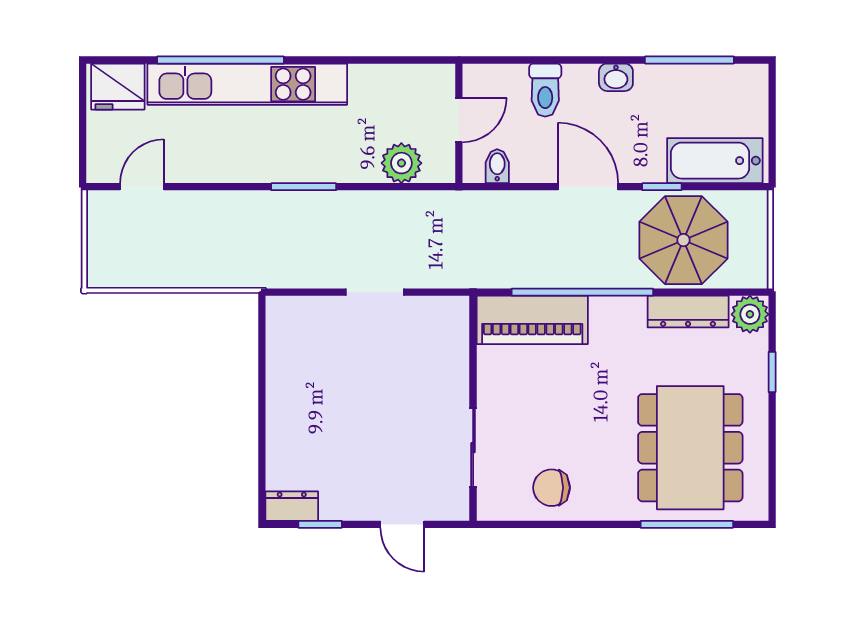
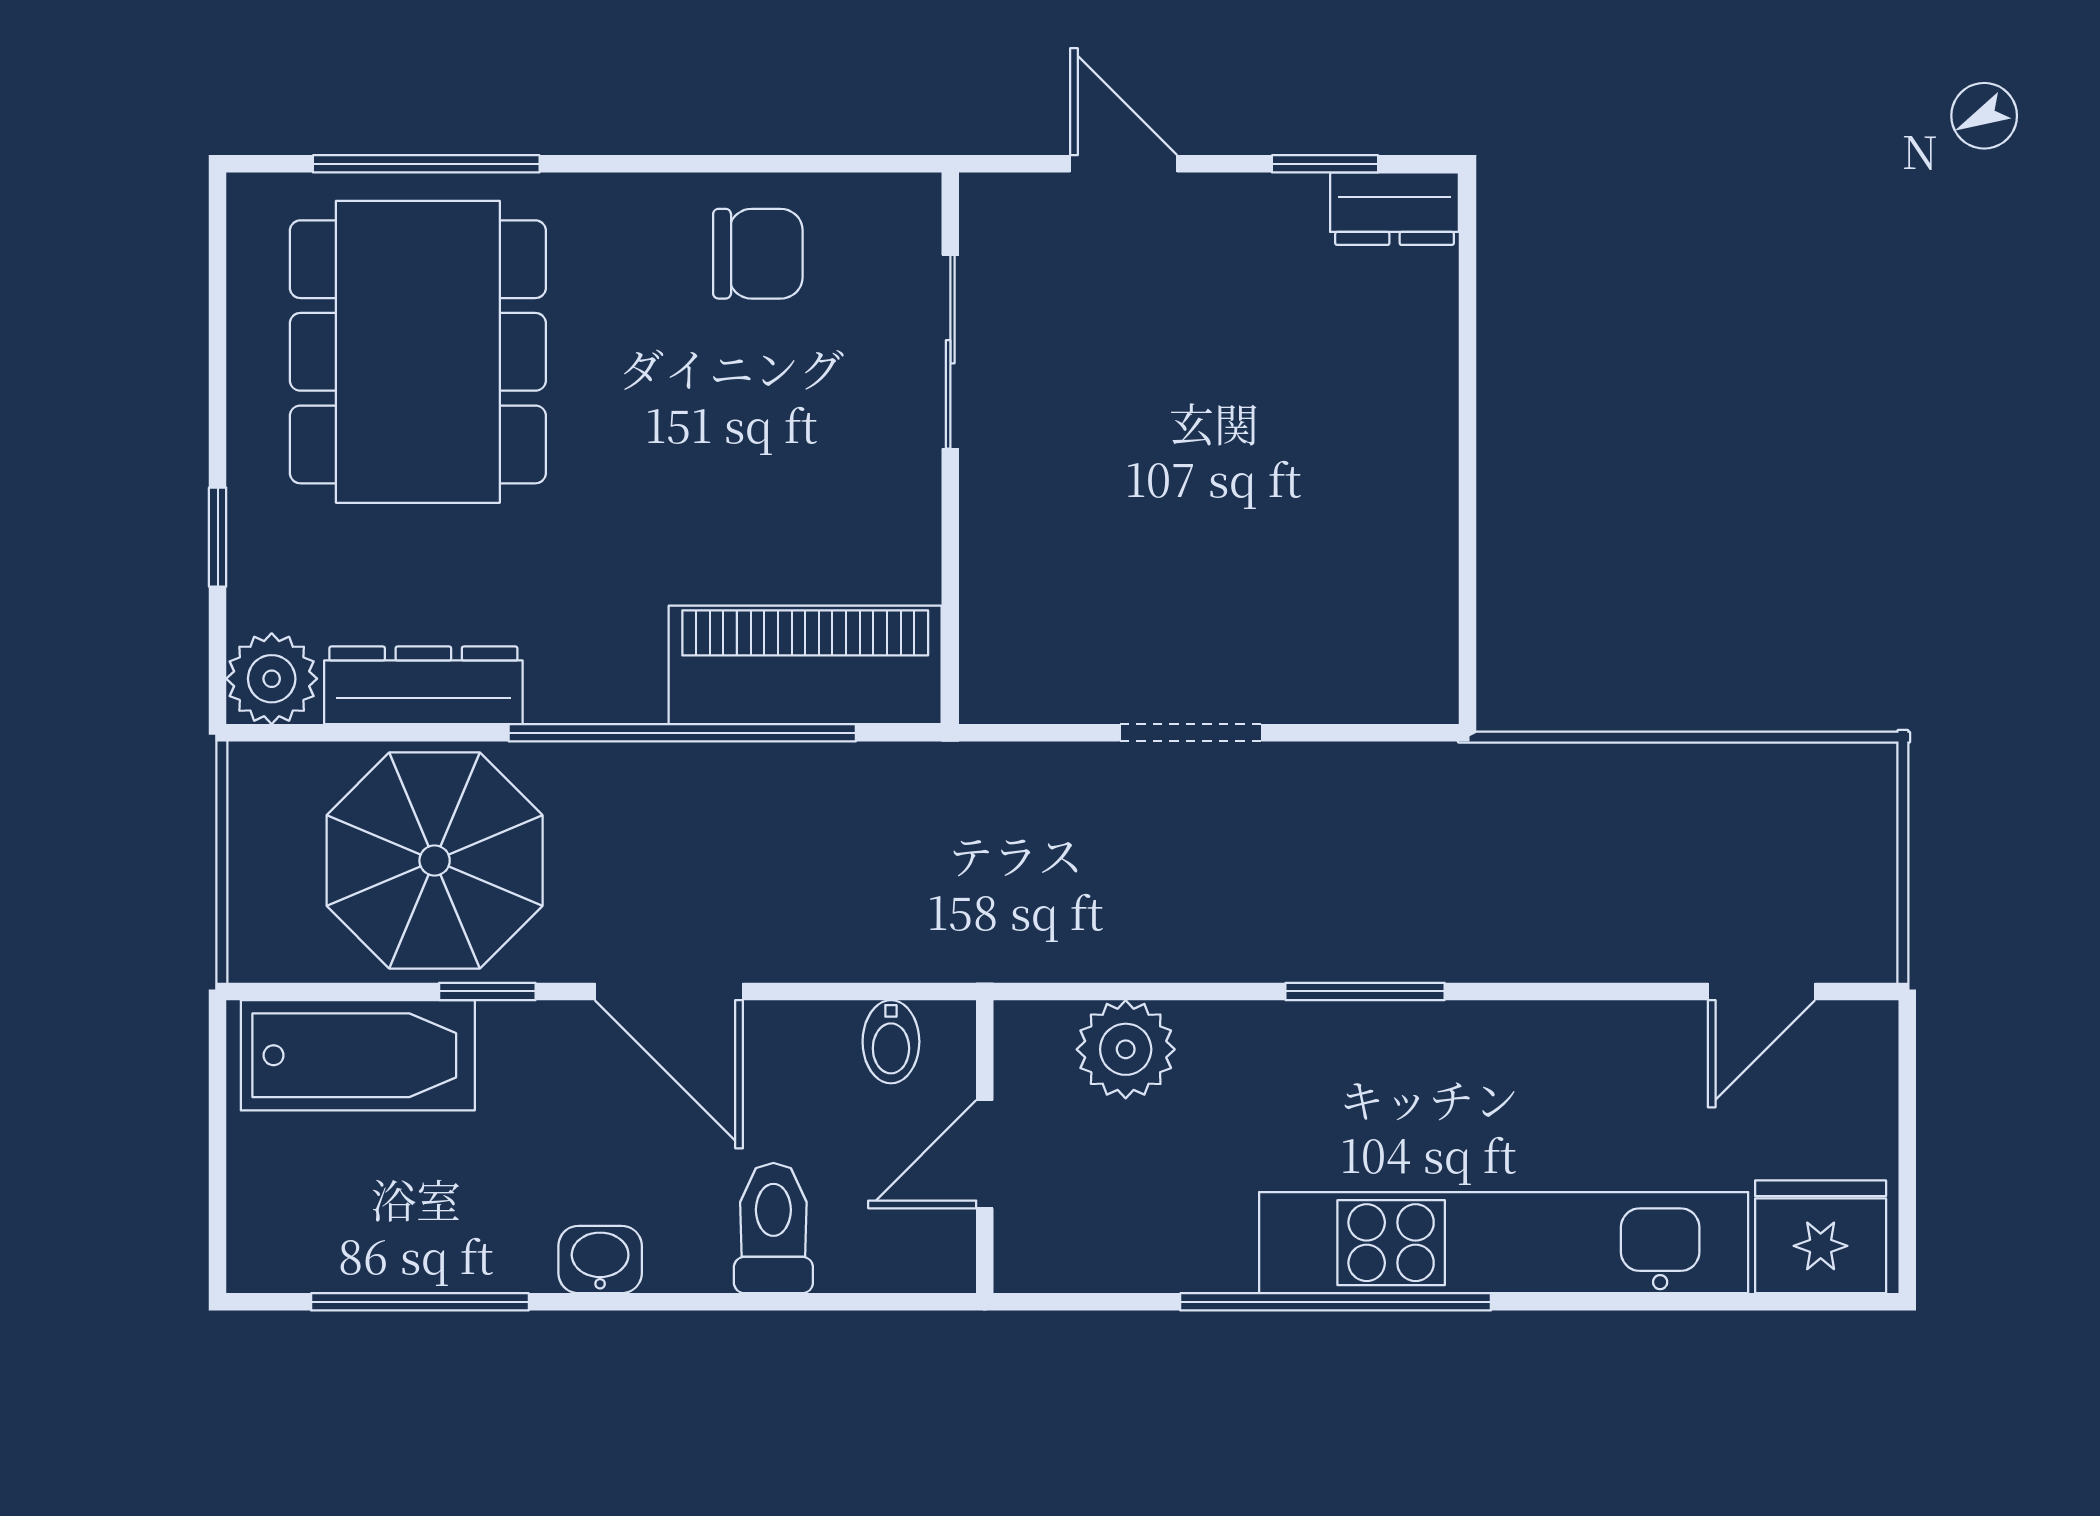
window: (220, 60) -> (1336, 1302), moved

